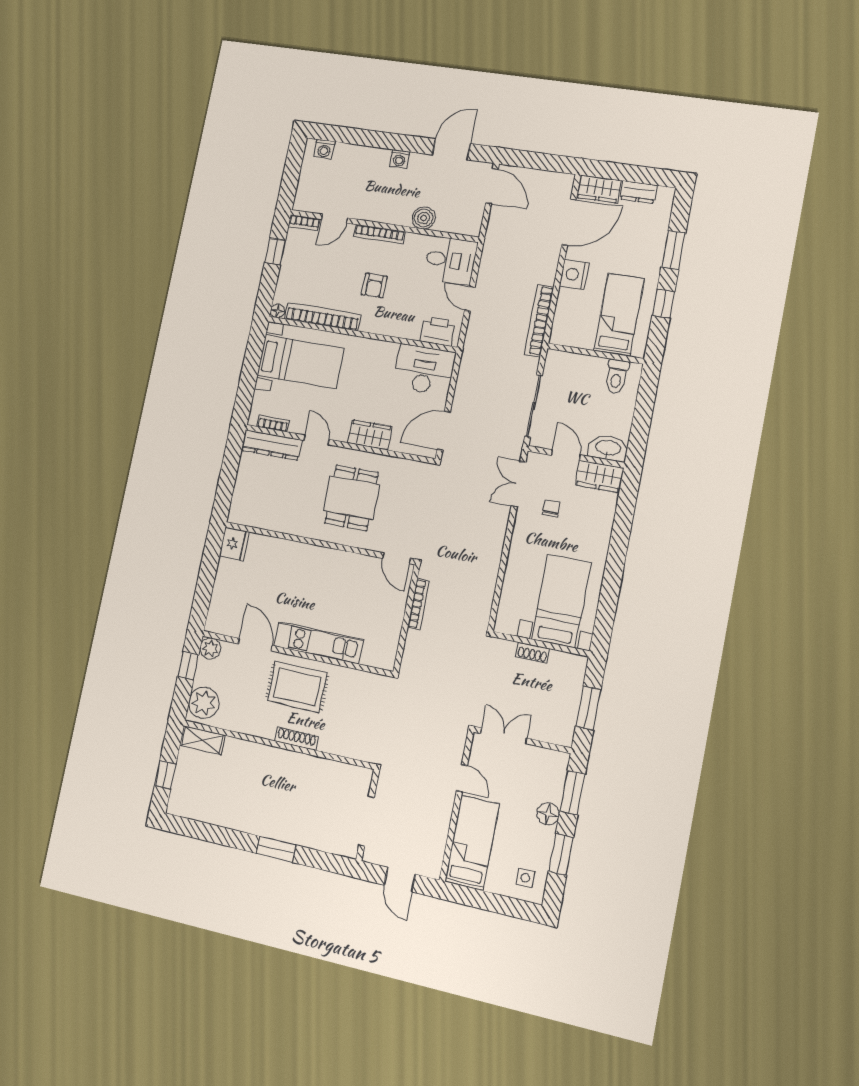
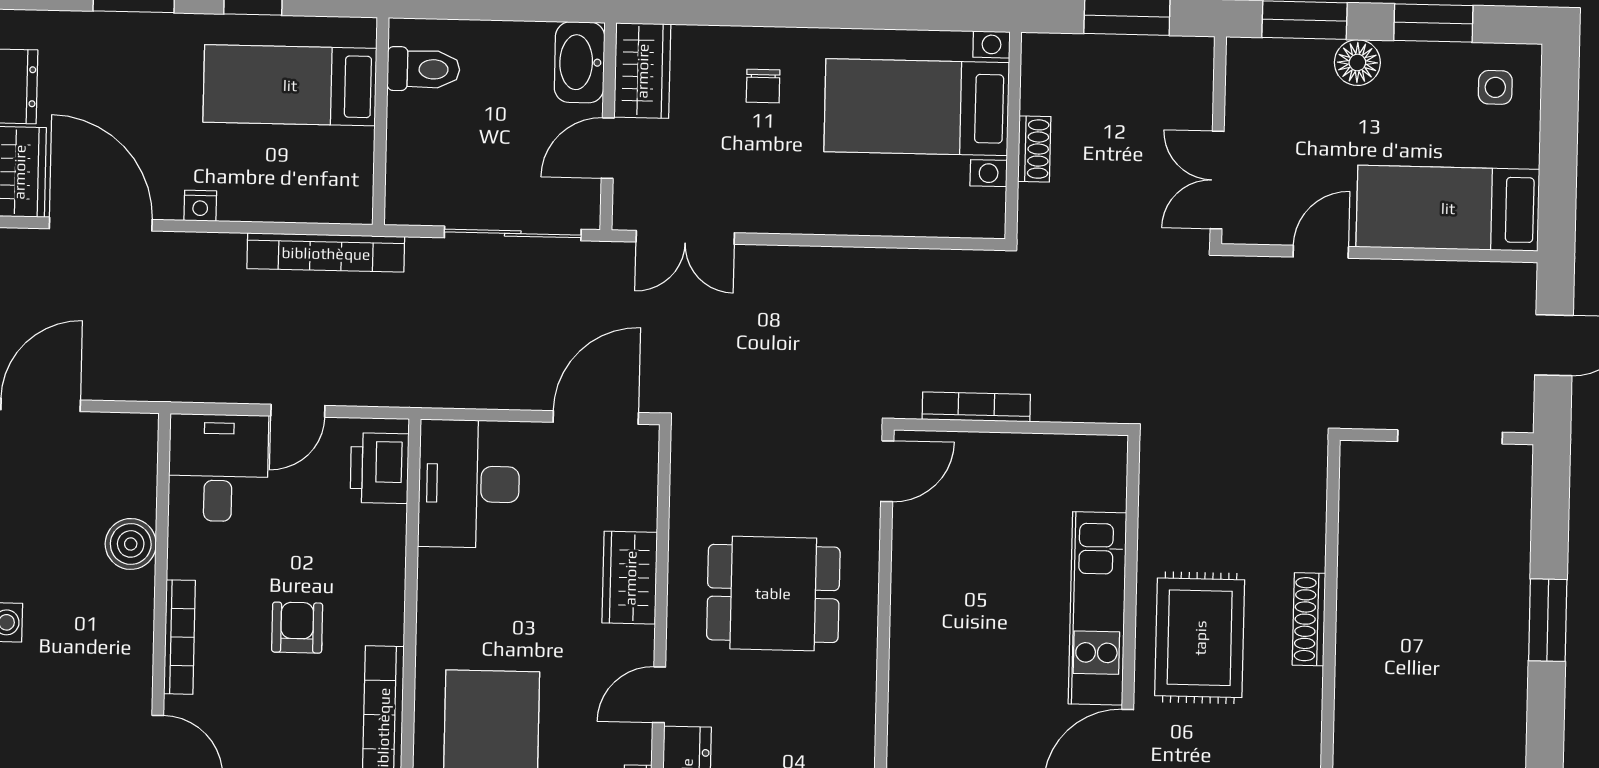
nightstand: (574, 275) -> (200, 206), width x0.53, depth x0.56
armchair: (374, 286) -> (297, 628), turned -90
door: (444, 431) -> (596, 417), swing flipped
chair: (551, 508) -> (763, 86), moved, turned -90

